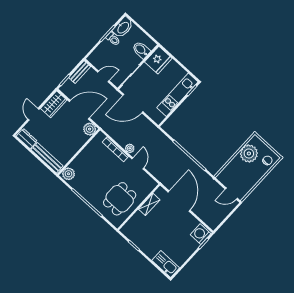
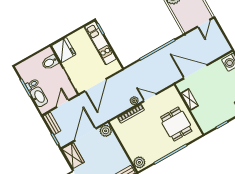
washbasin: (123, 27) -> (39, 97), moved

